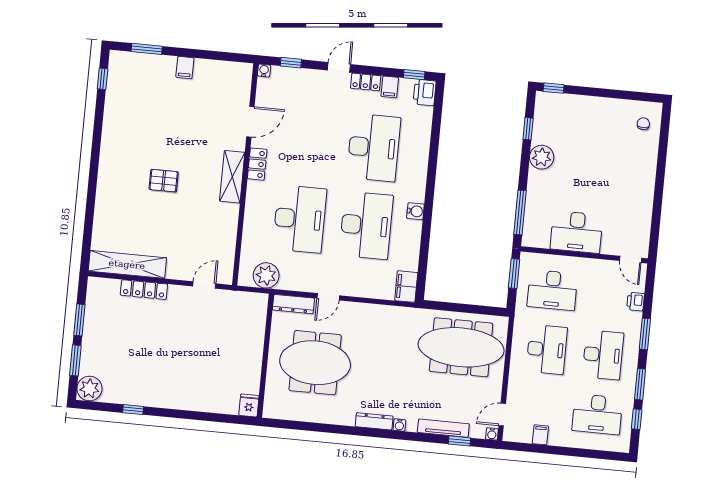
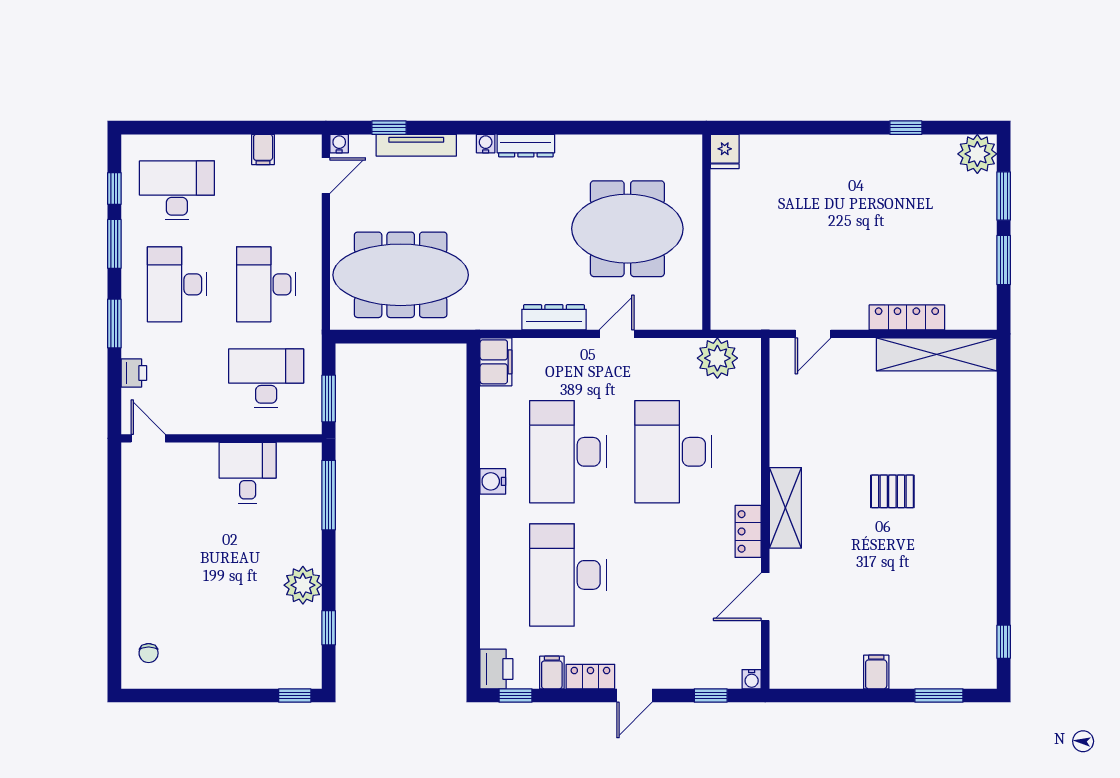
desk: (577, 232) -> (248, 473), width x0.73
dresser: (293, 304) -> (554, 317), moved

